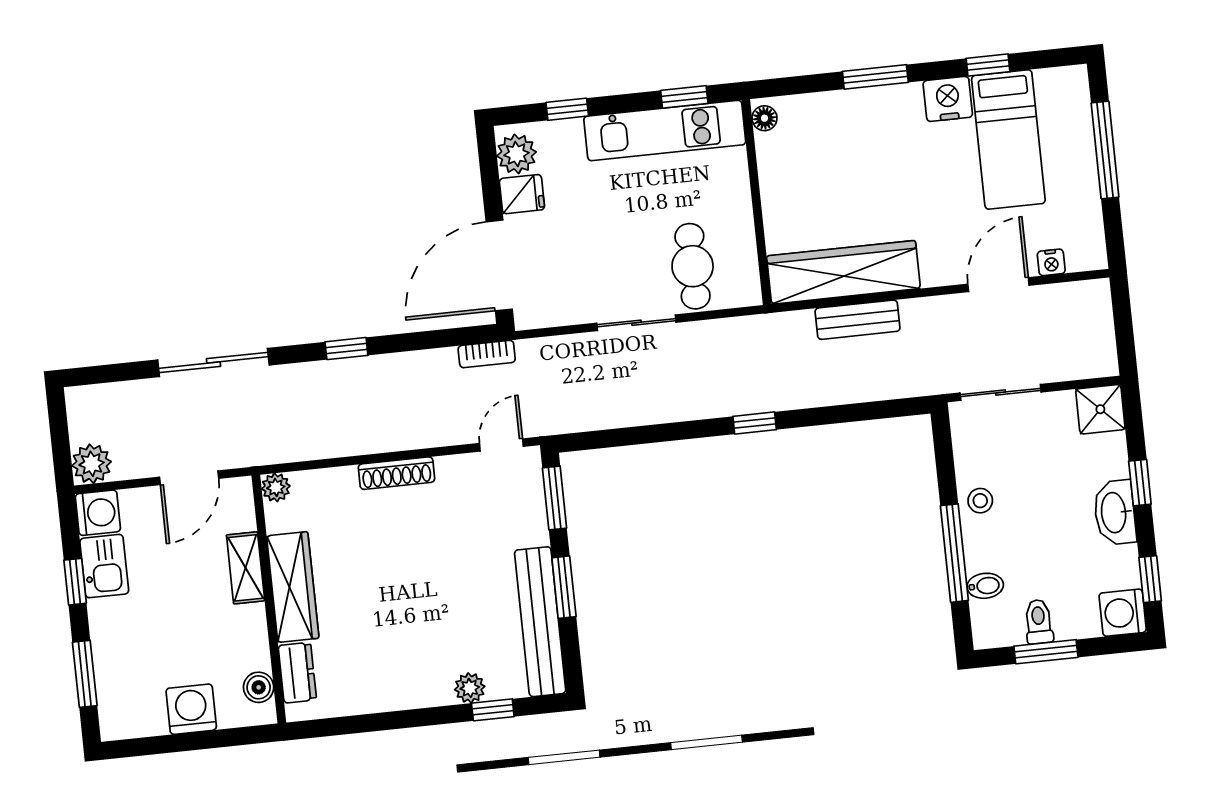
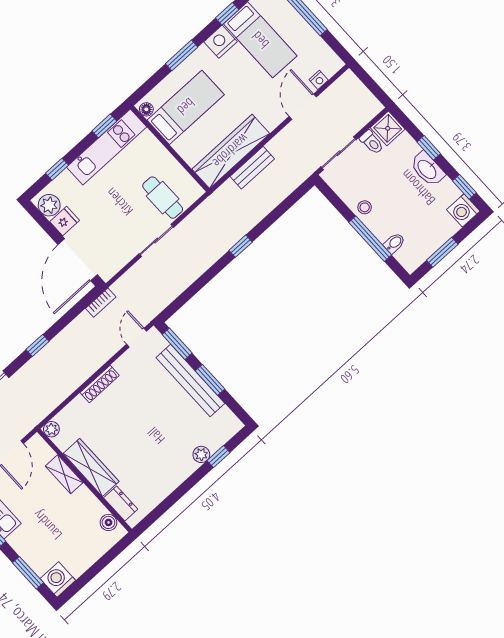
bed: (825, 158) -> (186, 107), added
bench: (540, 622) -> (190, 380), moved
toilet: (1039, 622) -> (372, 142), moved, turned 180
washing machine: (191, 709) -> (58, 580), moved

